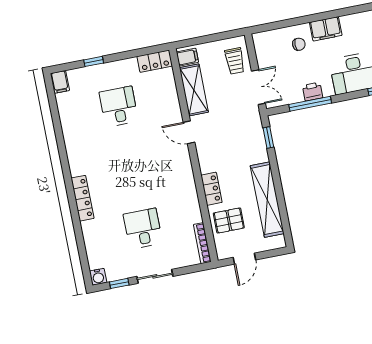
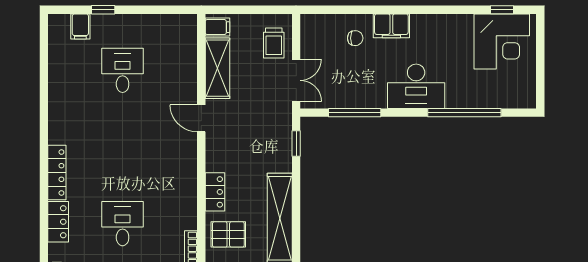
locker: (155, 61) -> (58, 222), moved, turned -90
filing cabinet: (60, 82) -> (80, 27), moved
printer: (313, 92) -> (360, 99), removed

